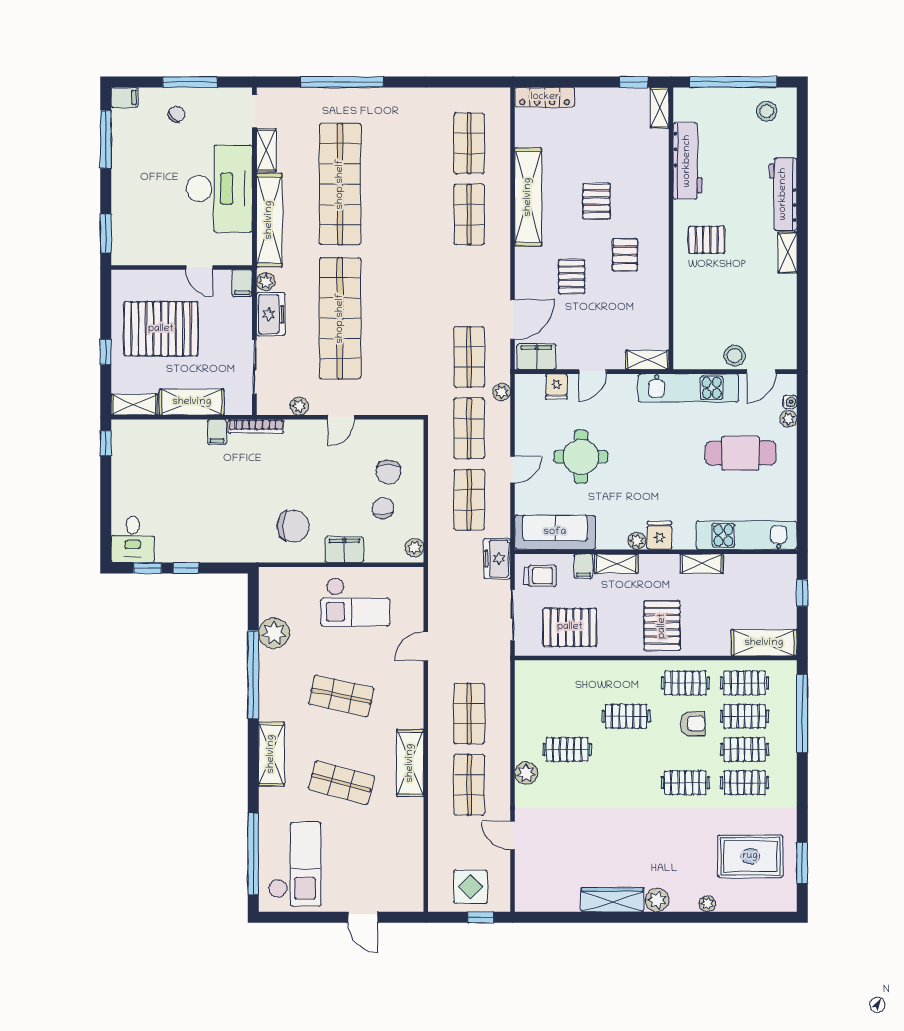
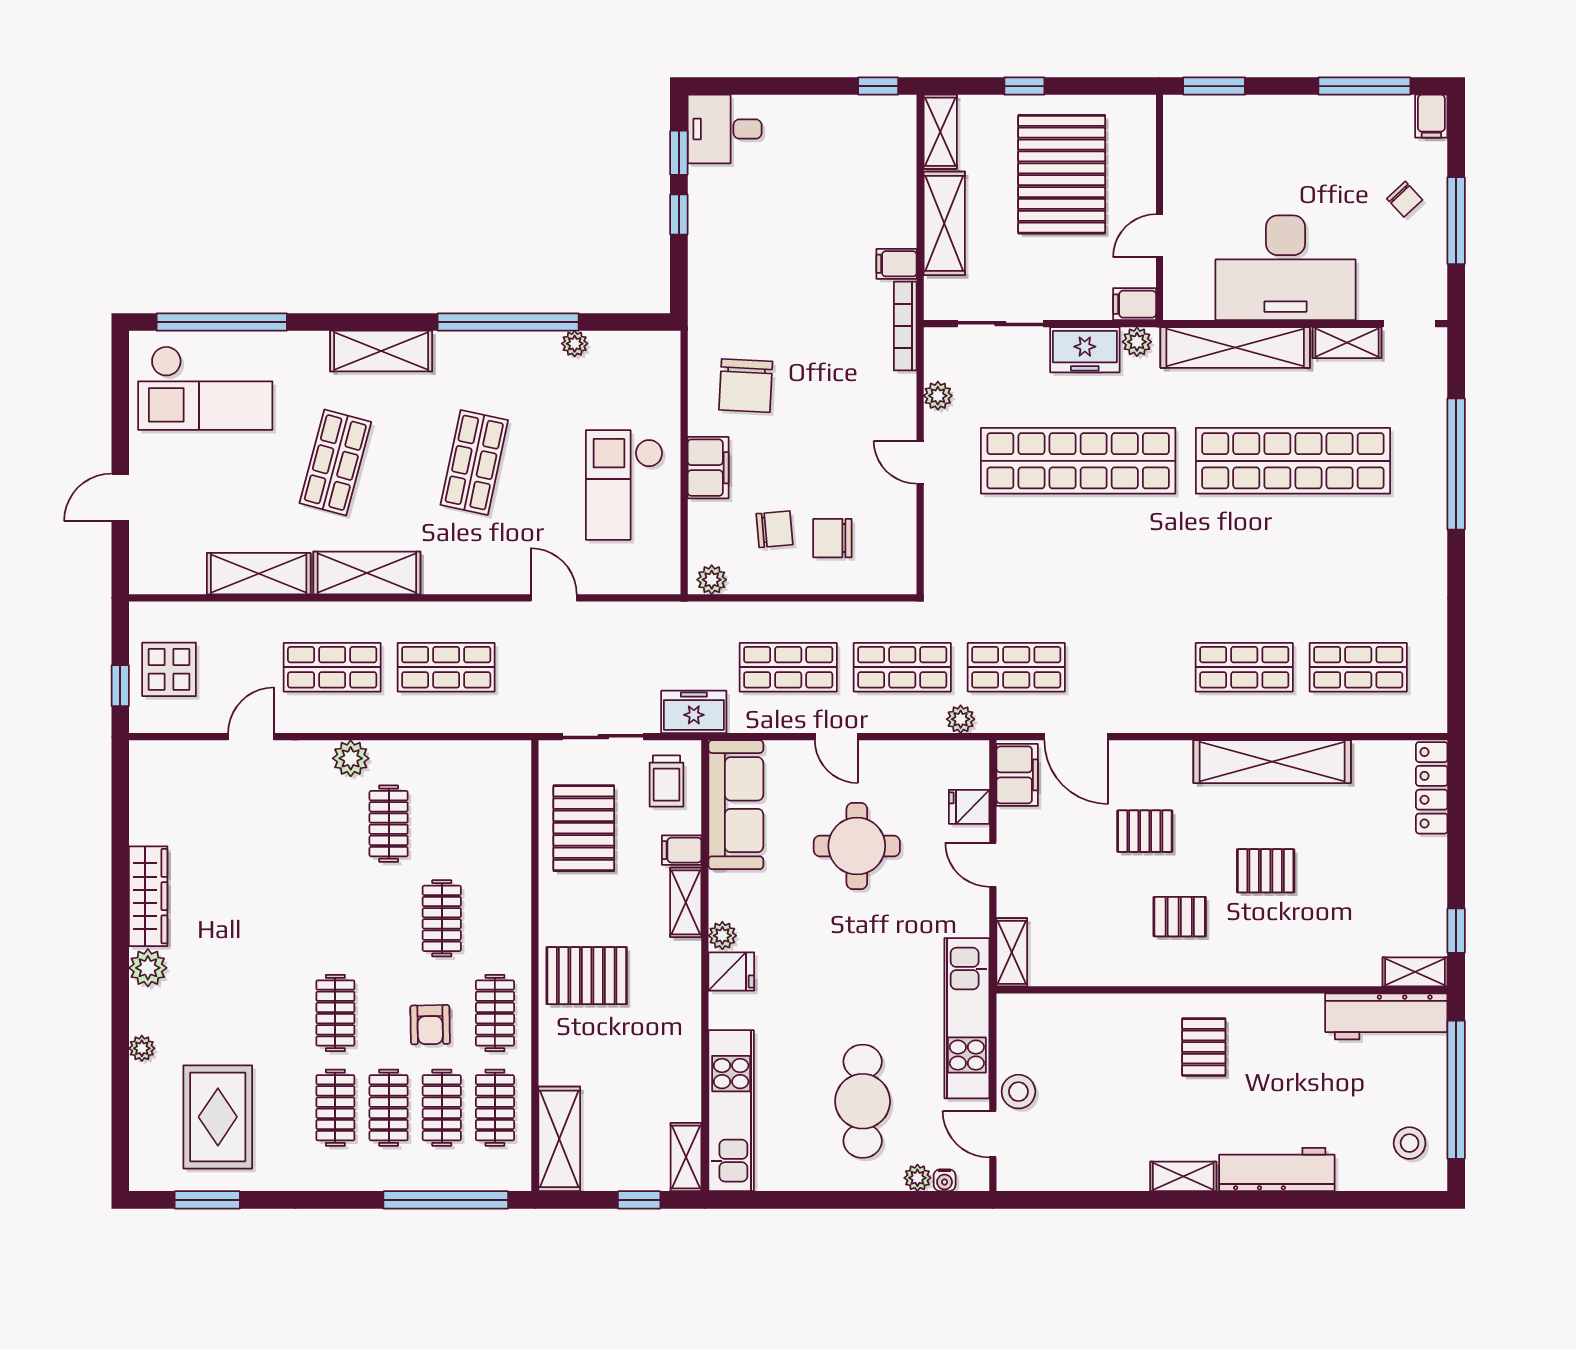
workbench: (687, 161) -> (1386, 1016), moved
shelving: (702, 563) -> (686, 1157), moved
plant: (274, 633) -> (575, 344), width x0.53, depth x0.53
shelving: (411, 831) -> (259, 574), added

